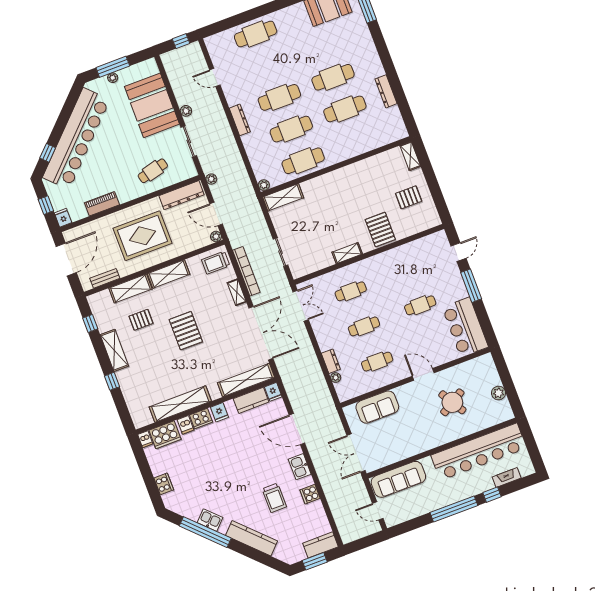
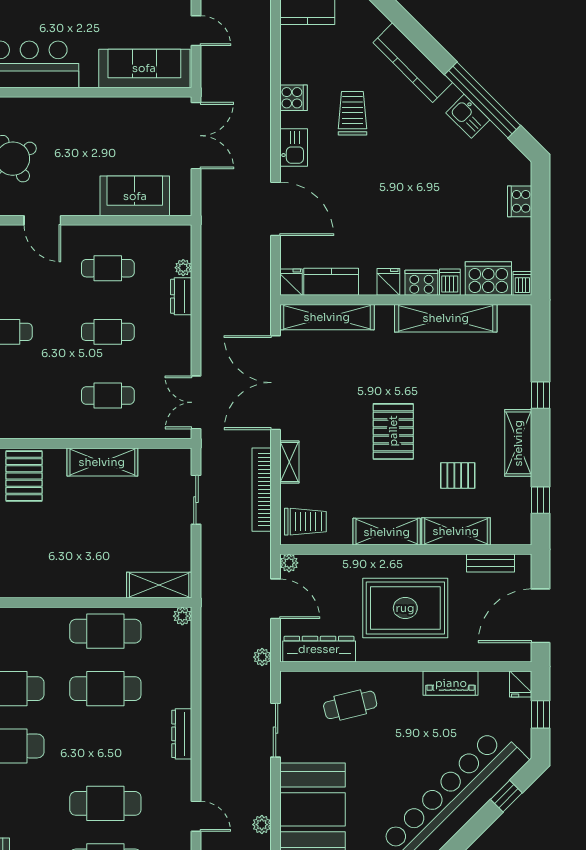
cafe table: (279, 97) -> (105, 803), moved
plant: (186, 111) -> (262, 825), moved
shelving: (347, 253) -> (102, 462), width x1.50, depth x1.33

